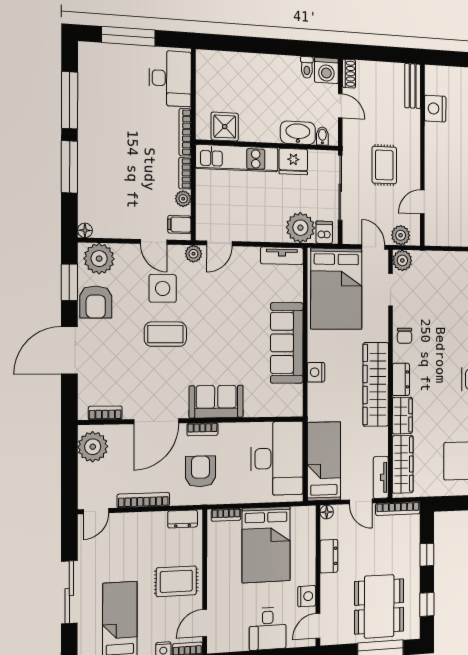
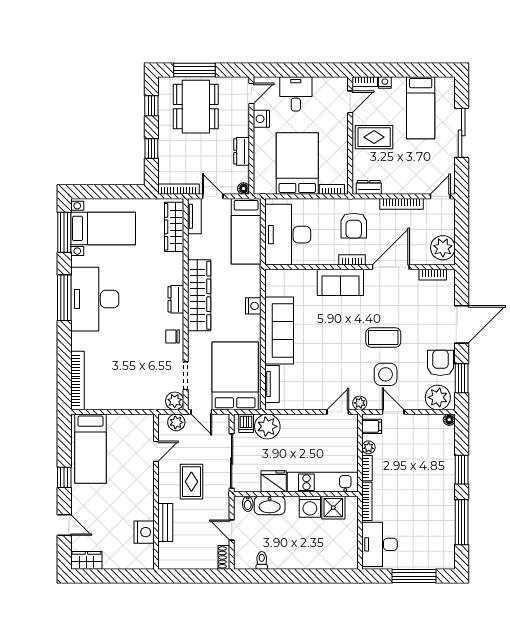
washing machine: (326, 70) -> (310, 507), moved, turned 180
bench: (413, 86) -> (165, 522), moved
window: (69, 167) -> (462, 470), width x0.69
tv unit: (282, 256) -> (272, 384), moved, turned 90
chair: (405, 336) -> (173, 337), turned -90
wardrobe: (402, 416) -> (175, 268), removed

